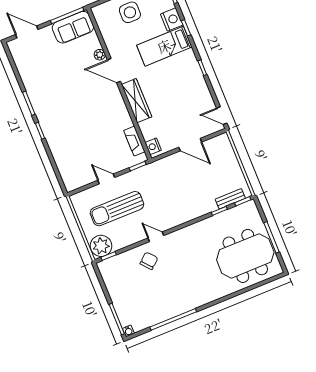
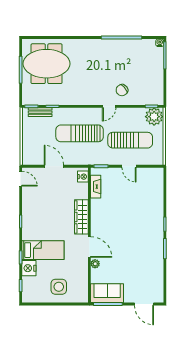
sun lounger: (177, 193) -> (80, 133), added
door: (156, 237) -> (109, 106), hinge flipped

